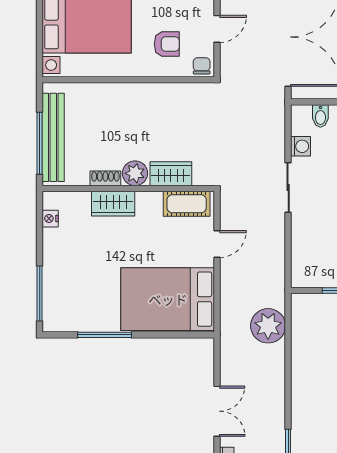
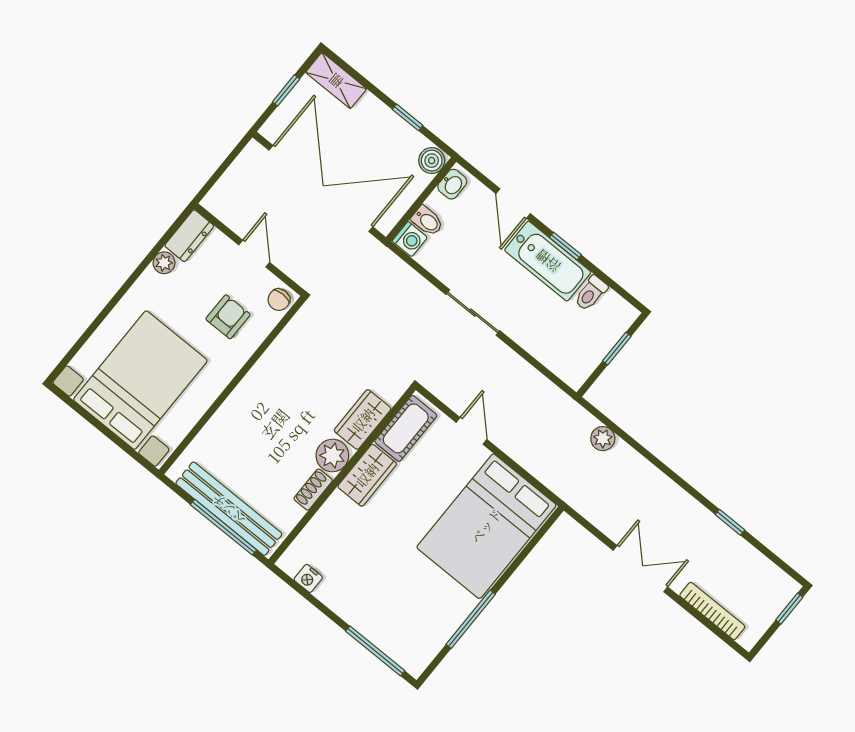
chair: (202, 66) -> (279, 300), turned -90
washing machine: (301, 146) -> (410, 239), moved, turned 90
wardrobe: (113, 204) -> (367, 475), moved
plant: (268, 326) -> (603, 439), width x0.53, depth x0.53

